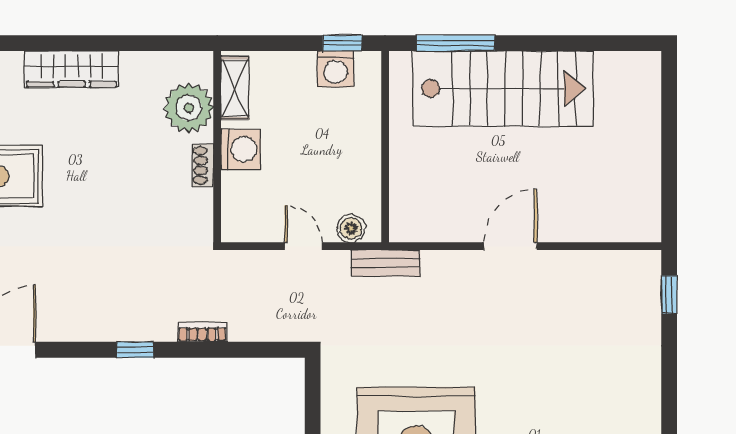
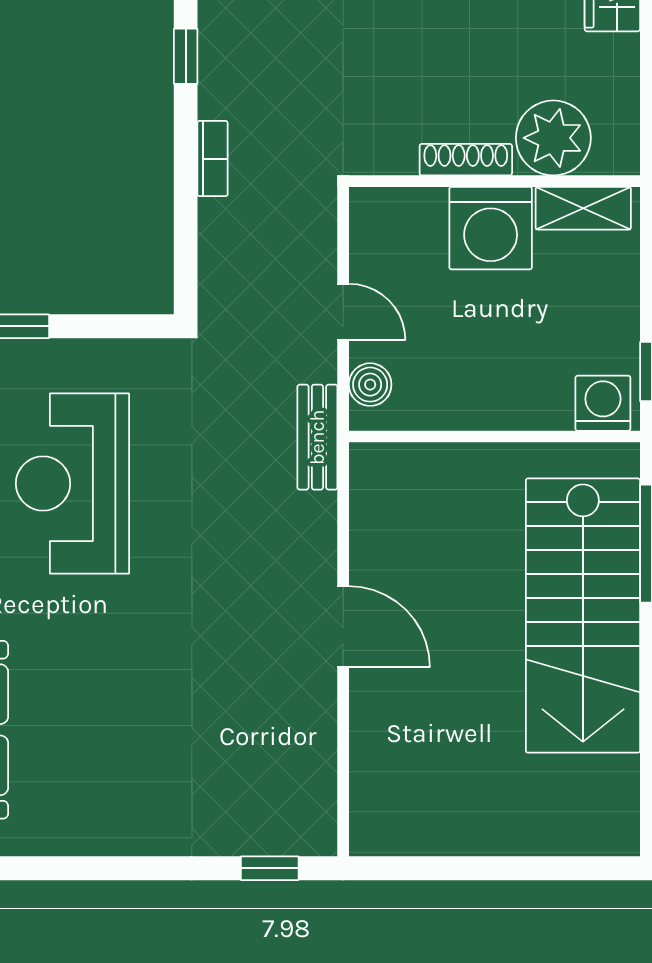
washing machine: (336, 69) -> (603, 403), moved, turned 90
washing machine: (241, 149) -> (491, 228), width x1.37, depth x1.37
shoe rack: (203, 165) -> (466, 160), width x1.43
door: (303, 246) -> (343, 312), hinge flipped

